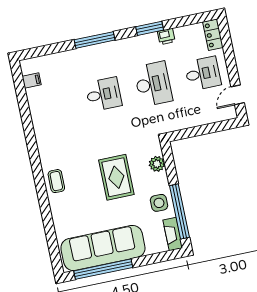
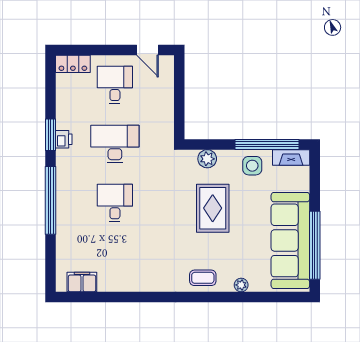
printer: (166, 37) -> (64, 139), moved
window: (95, 40) -> (51, 200), width x1.46
filing cabinet: (32, 81) -> (82, 282), width x2.00
rug: (116, 177) -> (213, 208), turned 90
plant: (57, 214) -> (241, 285), added

